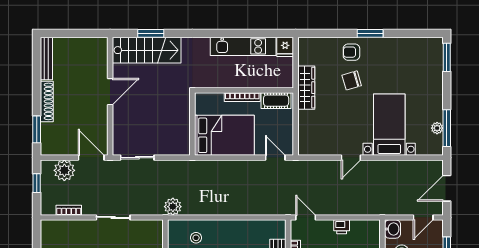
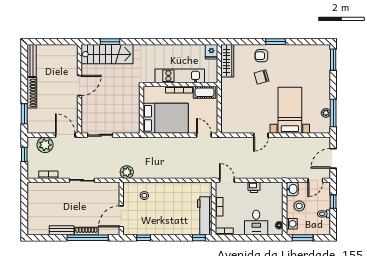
kitchen unit: (243, 46) -> (180, 76), moved, turned 180
wardrobe: (306, 88) -> (227, 61), moved

